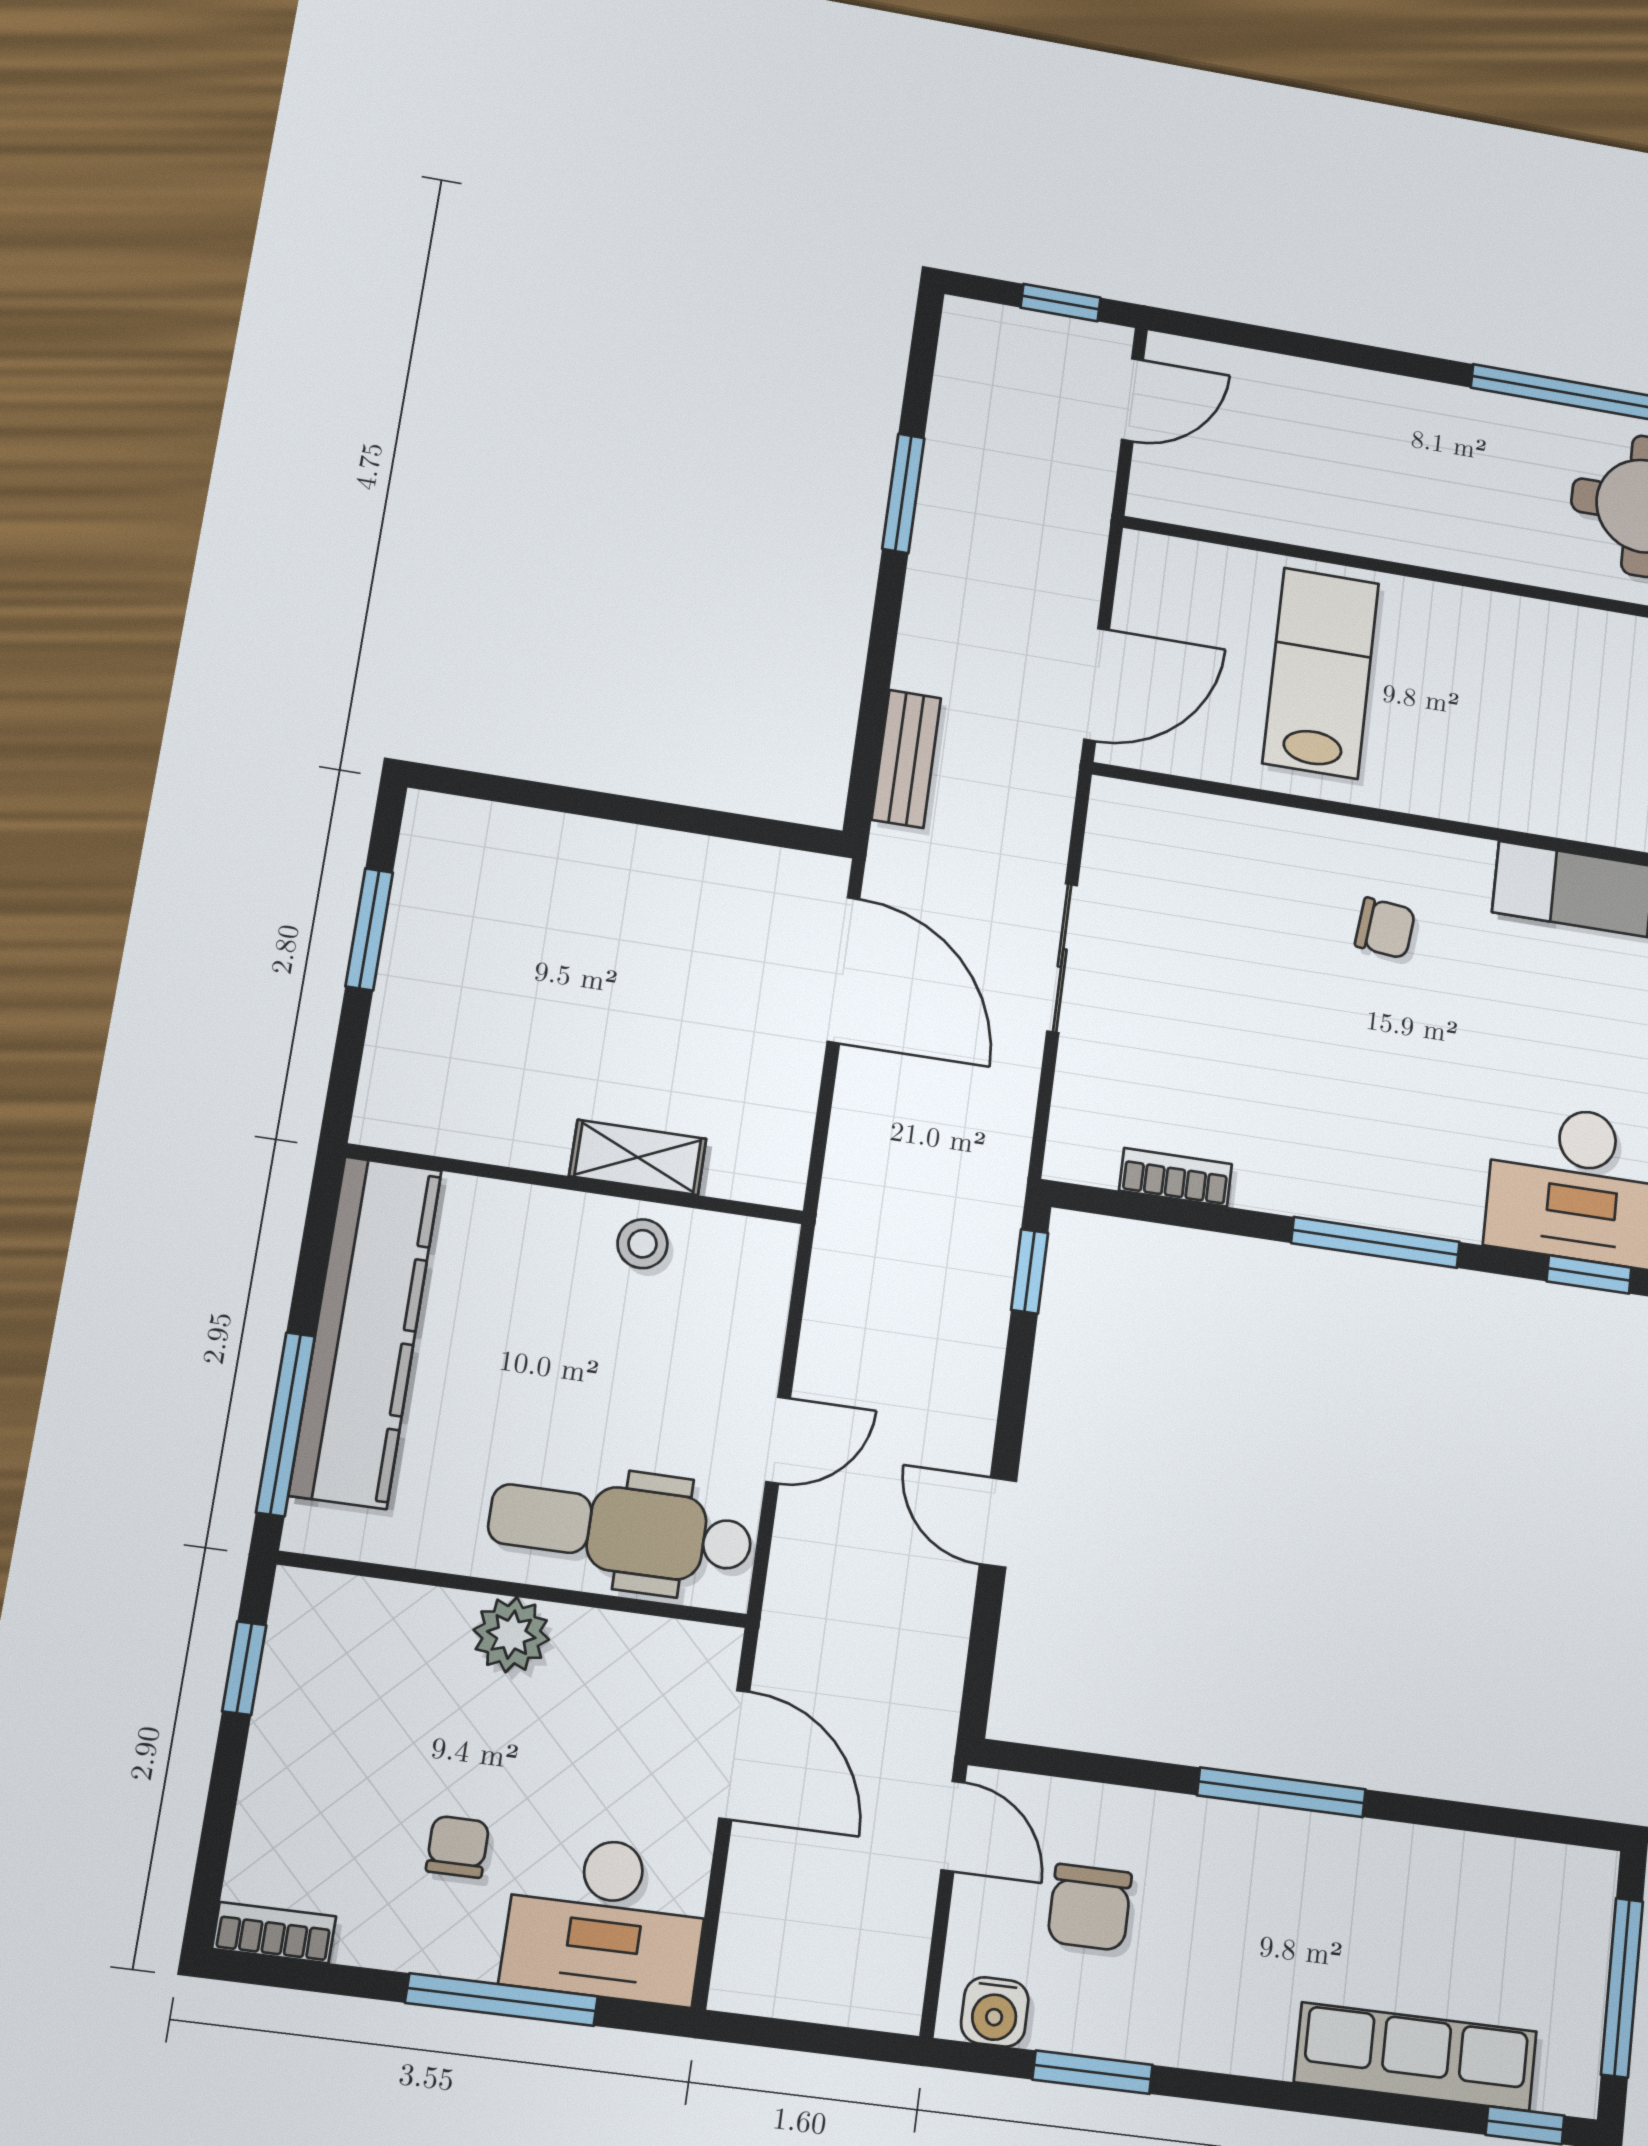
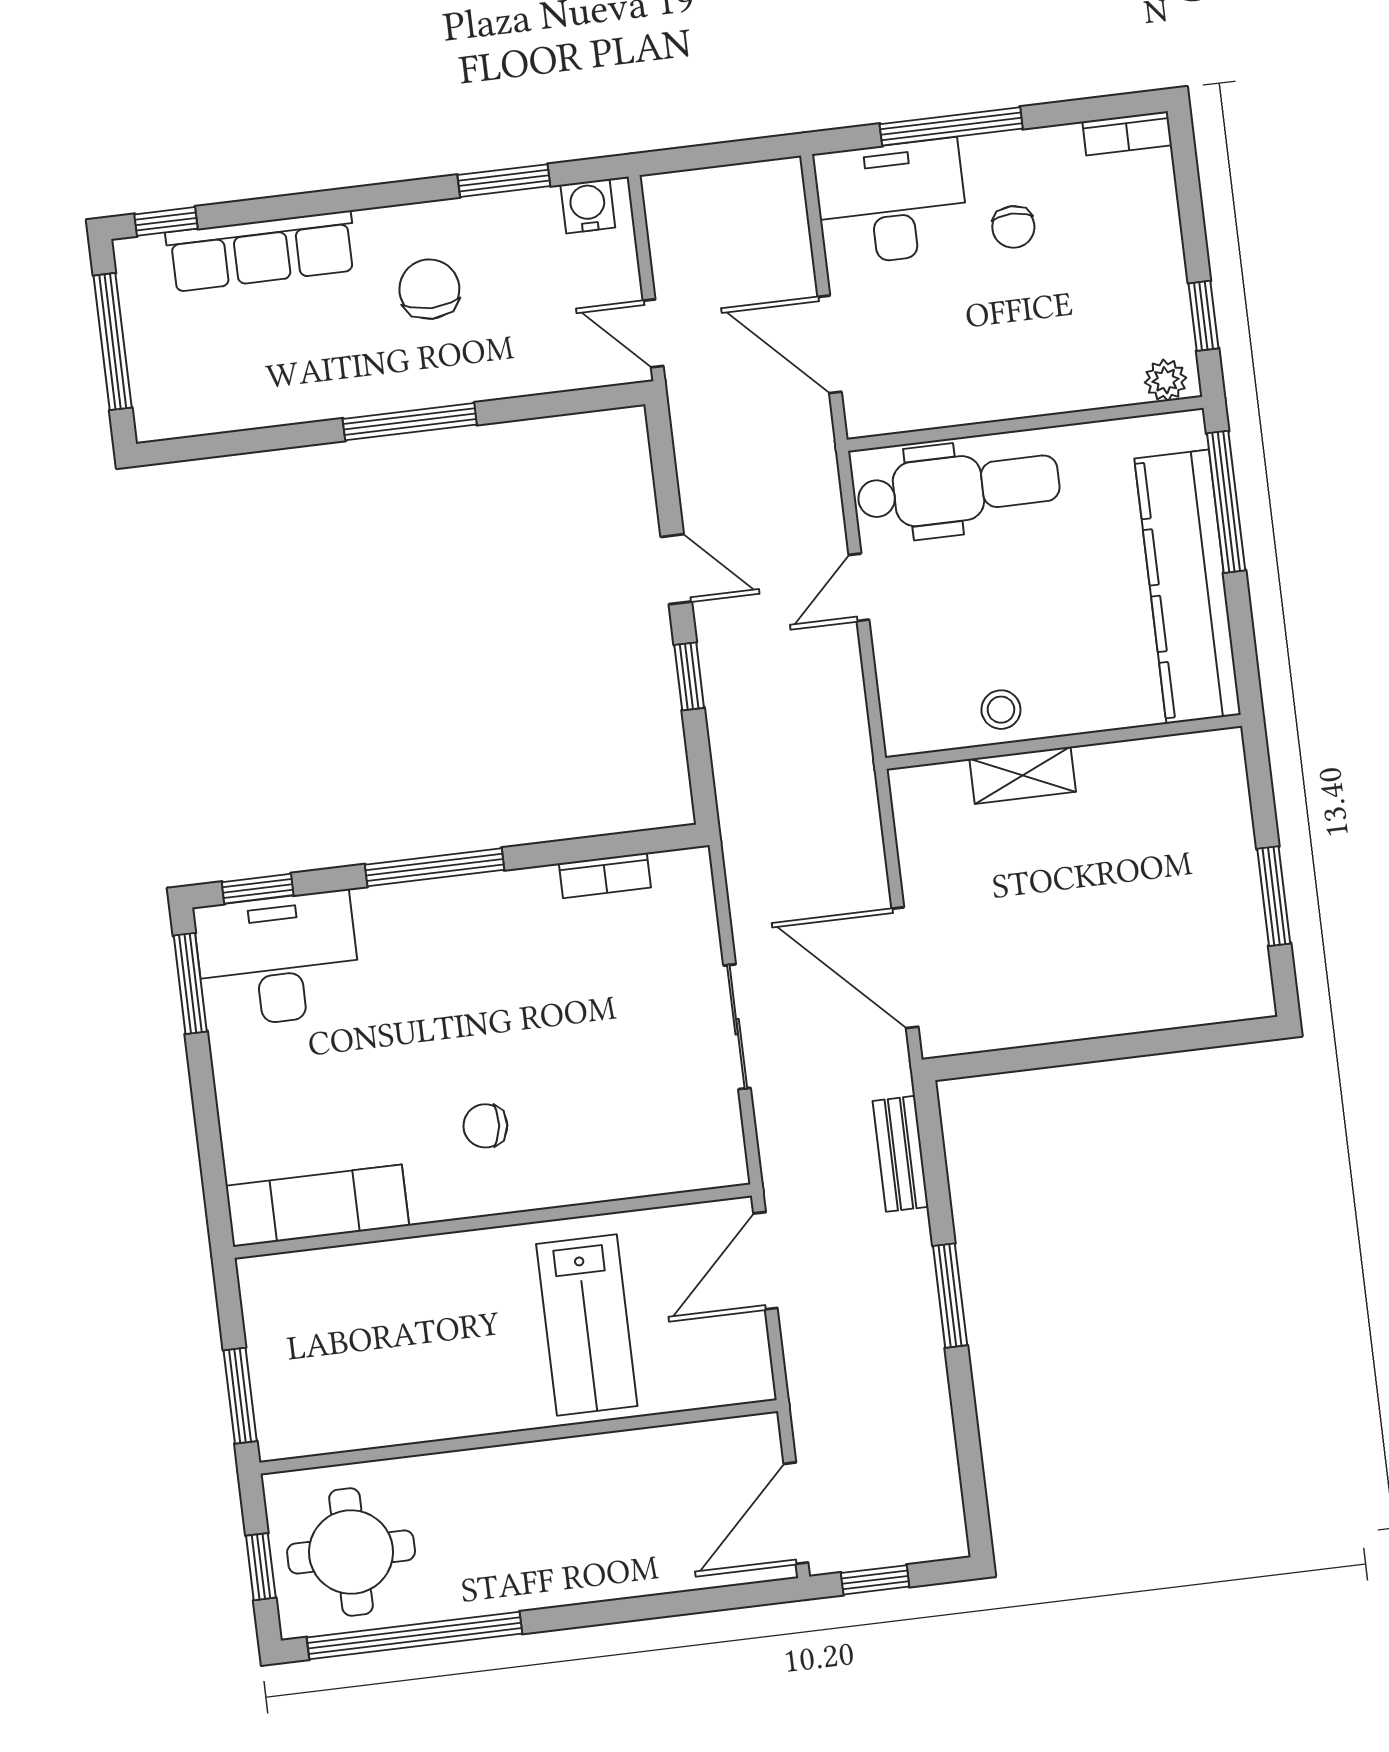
door: (1132, 400) -> (796, 1513), width x1.38
window: (903, 493) -> (950, 1296), moved
window: (1030, 1271) -> (689, 676), moved
plant: (511, 1635) -> (1166, 380), moved, width x0.73, depth x0.73
chair: (1090, 1907) -> (429, 289), moved

